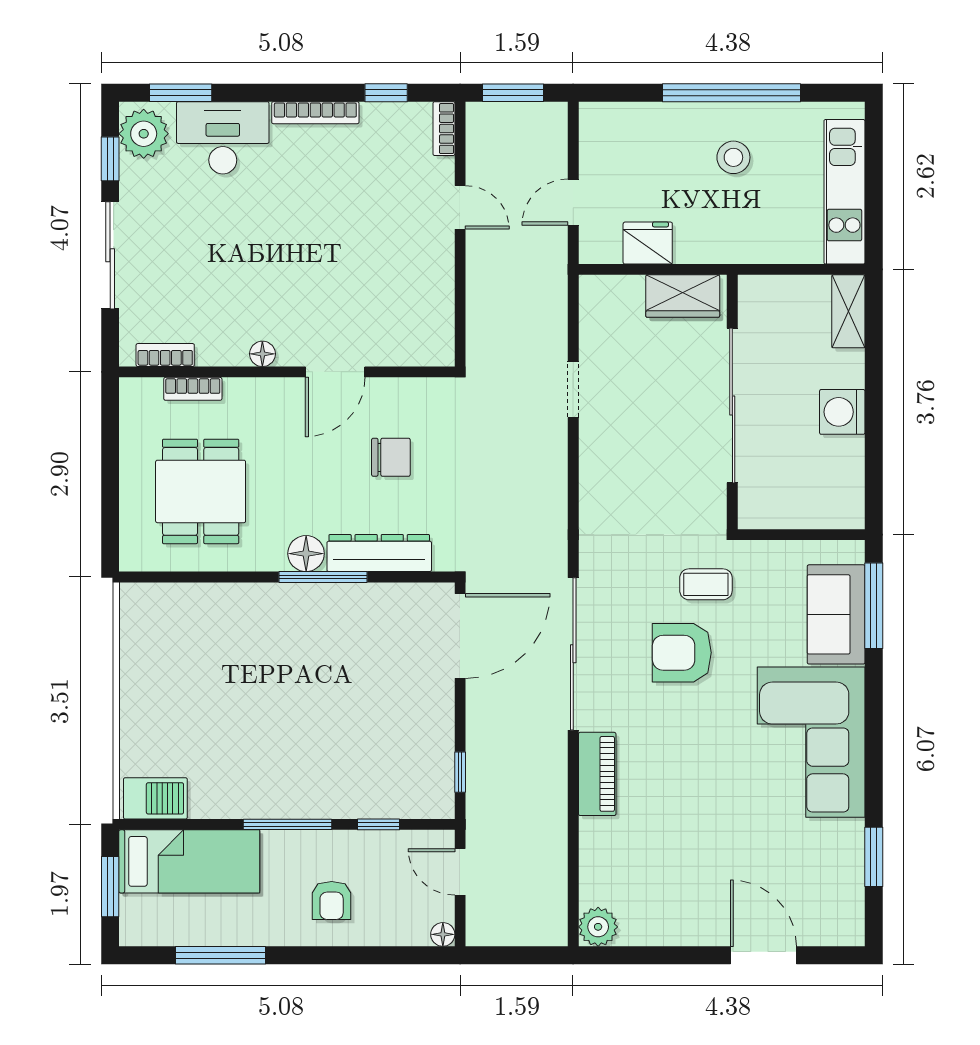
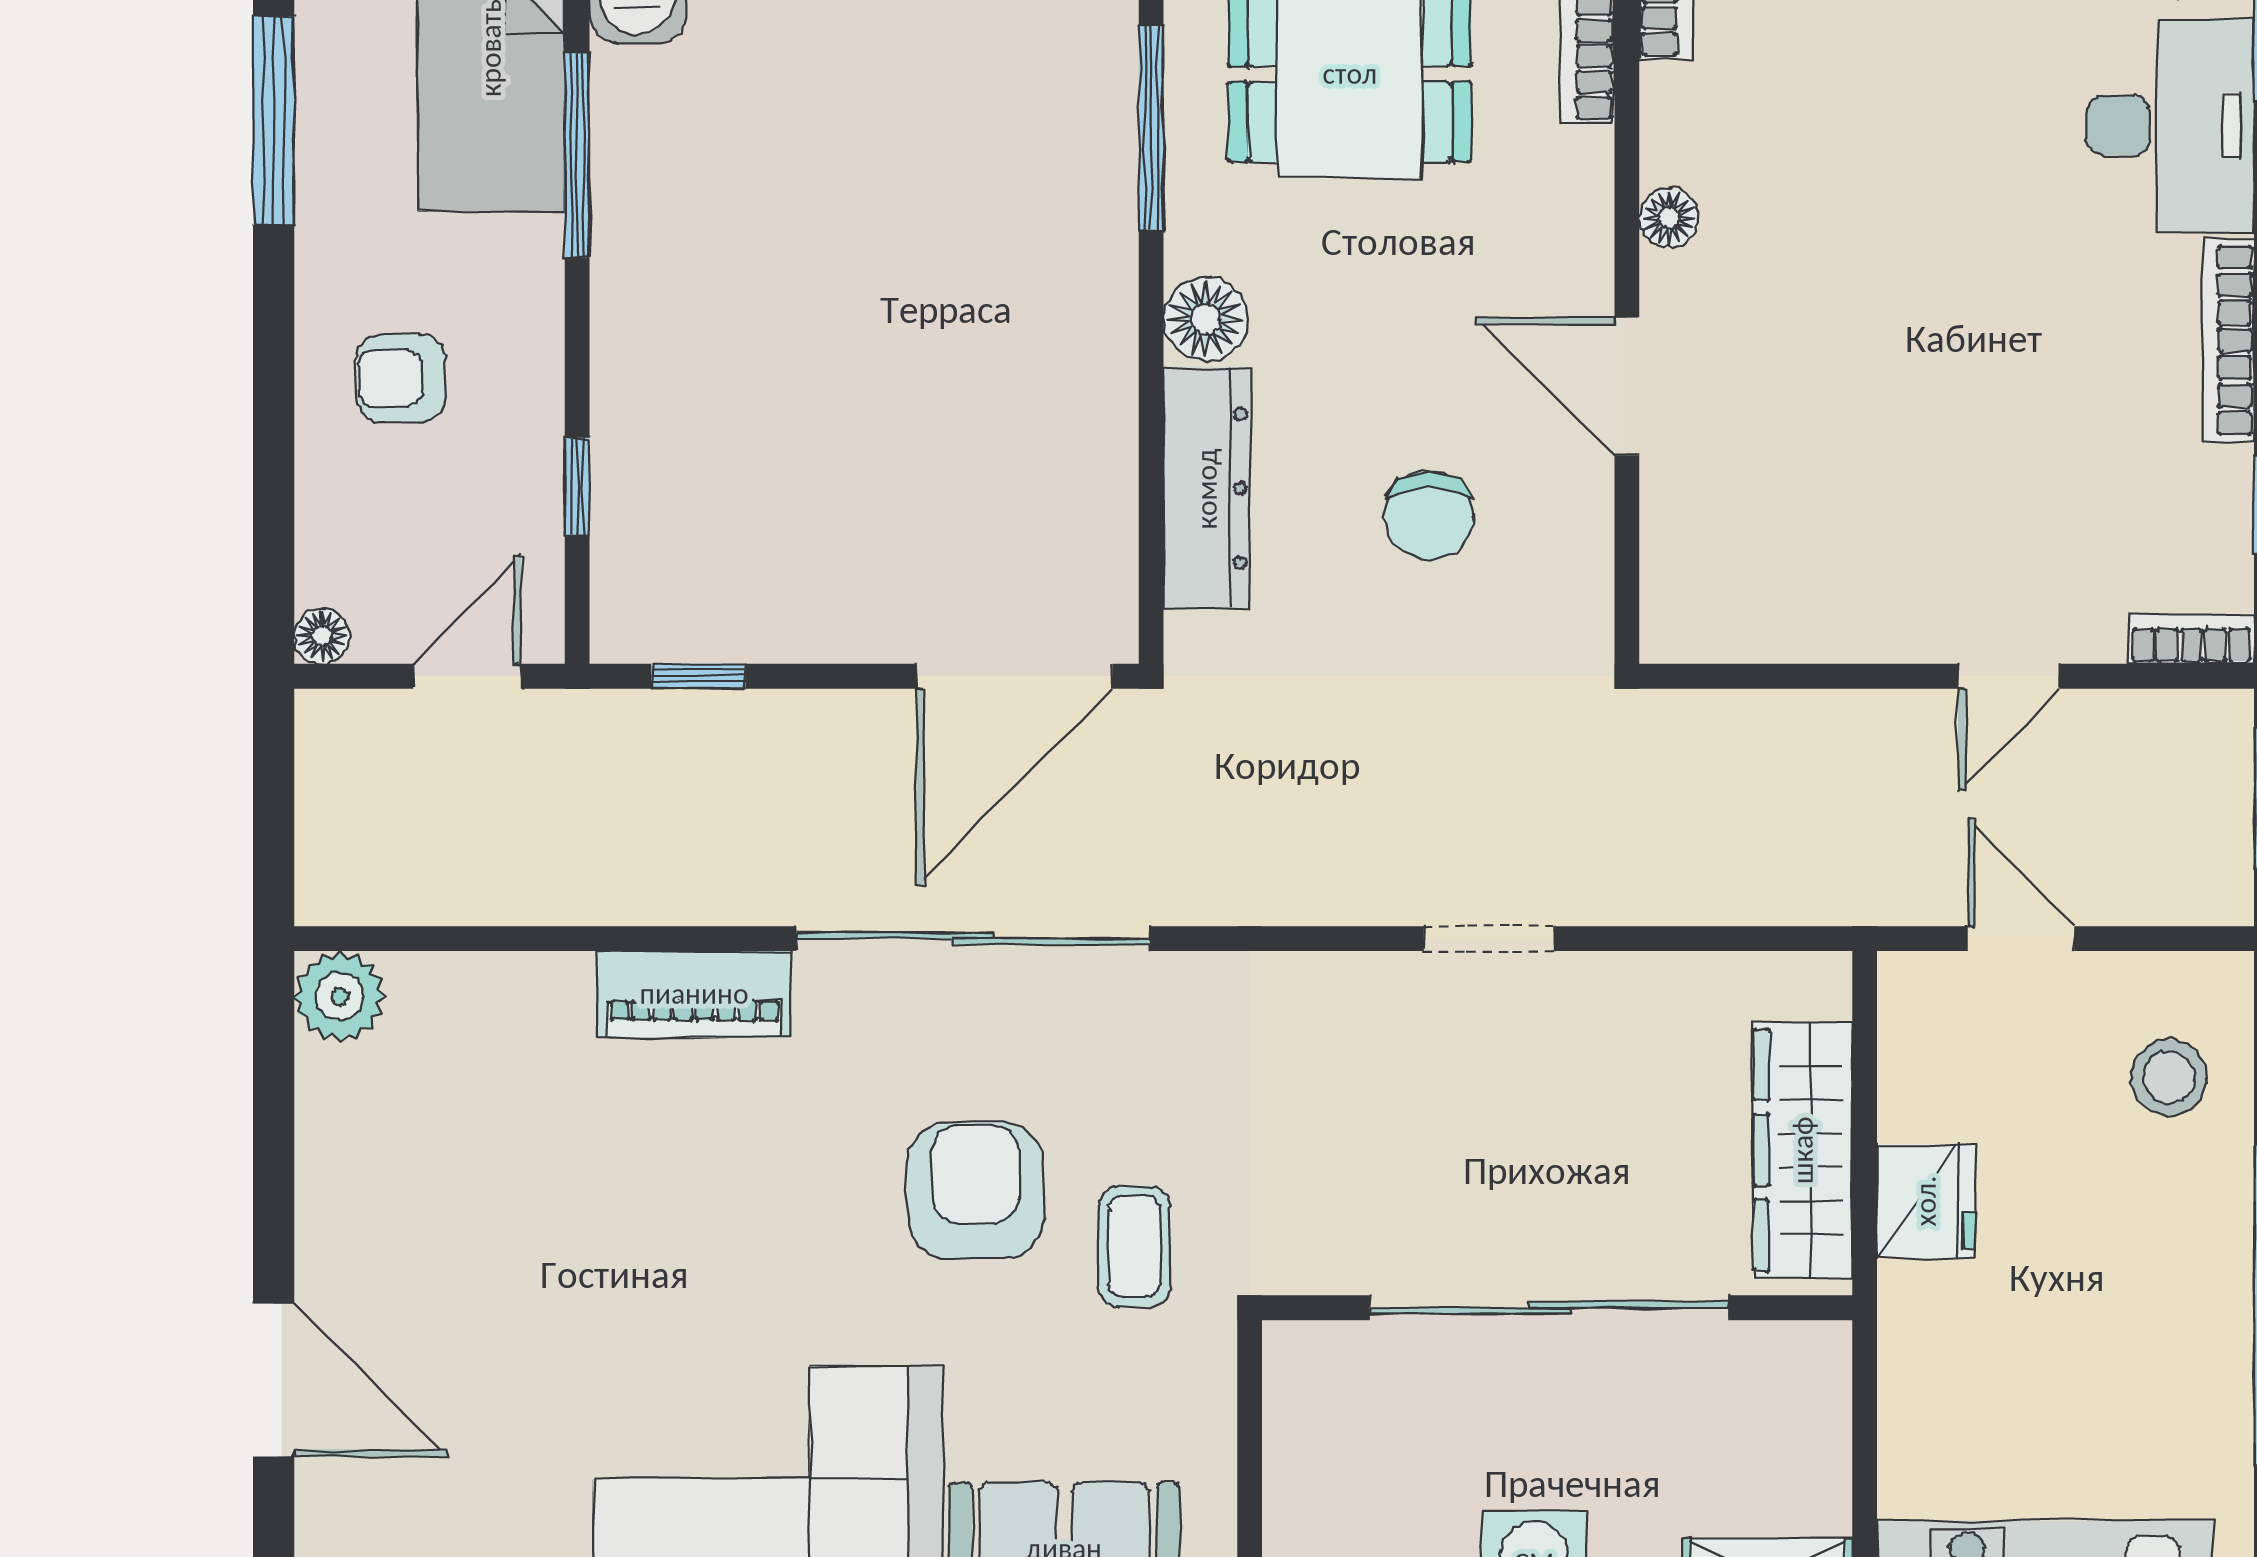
stool: (733, 157) -> (2169, 1077), moved
fridge: (648, 243) -> (1926, 1201), moved
wardrobe: (683, 296) -> (1803, 1150), width x1.50
doorway: (573, 389) -> (1489, 939), moved
window: (323, 577) -> (1151, 128), moved
door: (460, 636) -> (1014, 676), hinge flipped
window: (287, 824) -> (577, 155), moved
door: (763, 955) -> (274, 1380), hinge flipped

